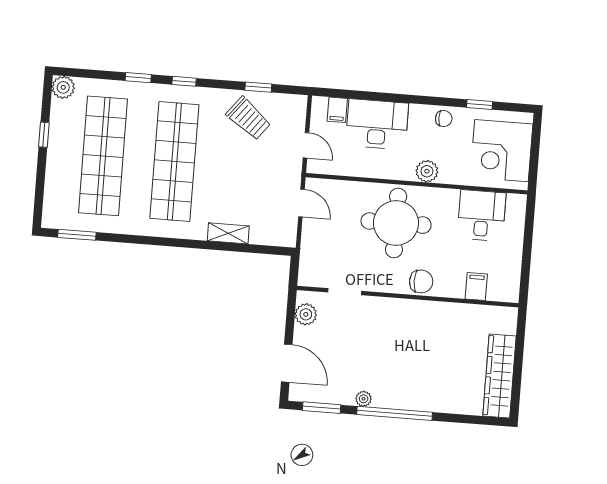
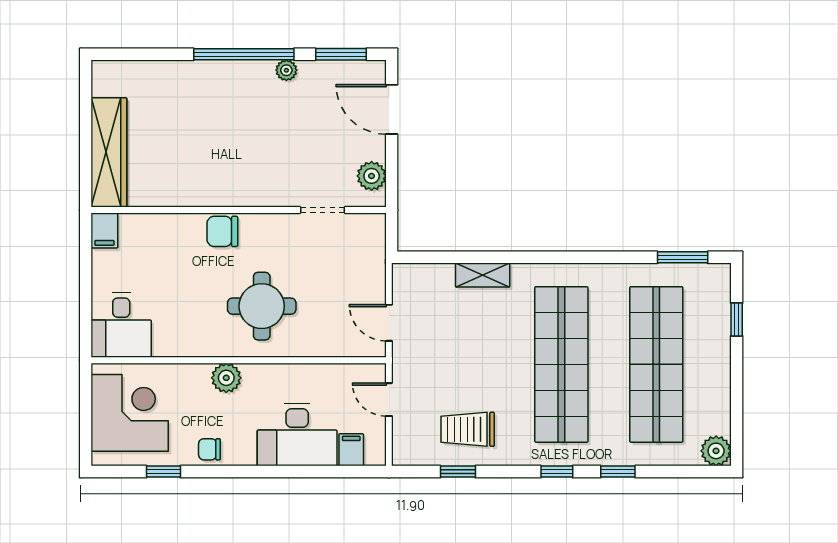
trolley: (249, 118) -> (468, 429), turned -38
window: (44, 135) -> (737, 319), moved
desk: (482, 215) -> (121, 325), moved
round table: (396, 223) -> (262, 306), width x0.73, depth x0.73
filing cabinet: (476, 287) -> (104, 231), moved
wardrobe: (500, 376) -> (109, 152), moved

